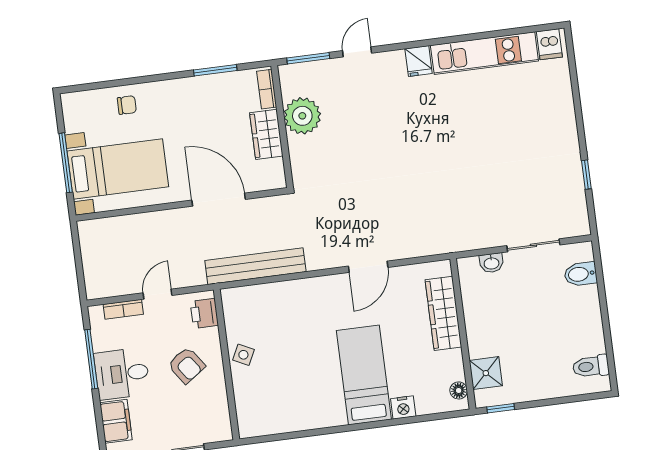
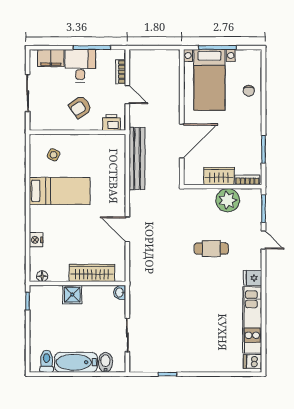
cafe table: (381, 132) -> (211, 249), added
washbasin: (491, 263) -> (120, 292), moved
bathtub: (586, 320) -> (76, 362), added
side table: (243, 355) -> (54, 155), moved
shower: (486, 373) -> (72, 295), moved
bed: (364, 375) -> (60, 191), moved

